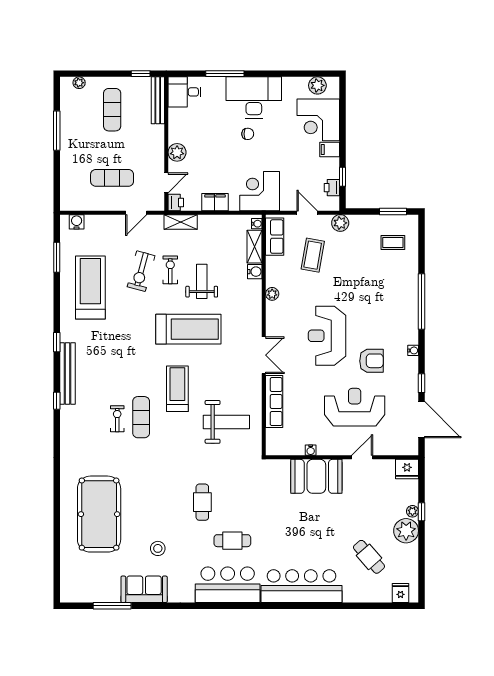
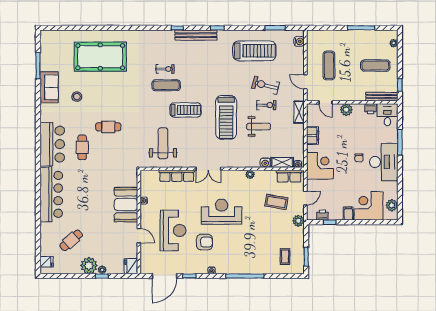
printer: (176, 203) -> (371, 109), moved
armchair: (372, 361) -> (205, 242), turned -90
weight bench: (226, 422) -> (163, 143), turned 180

